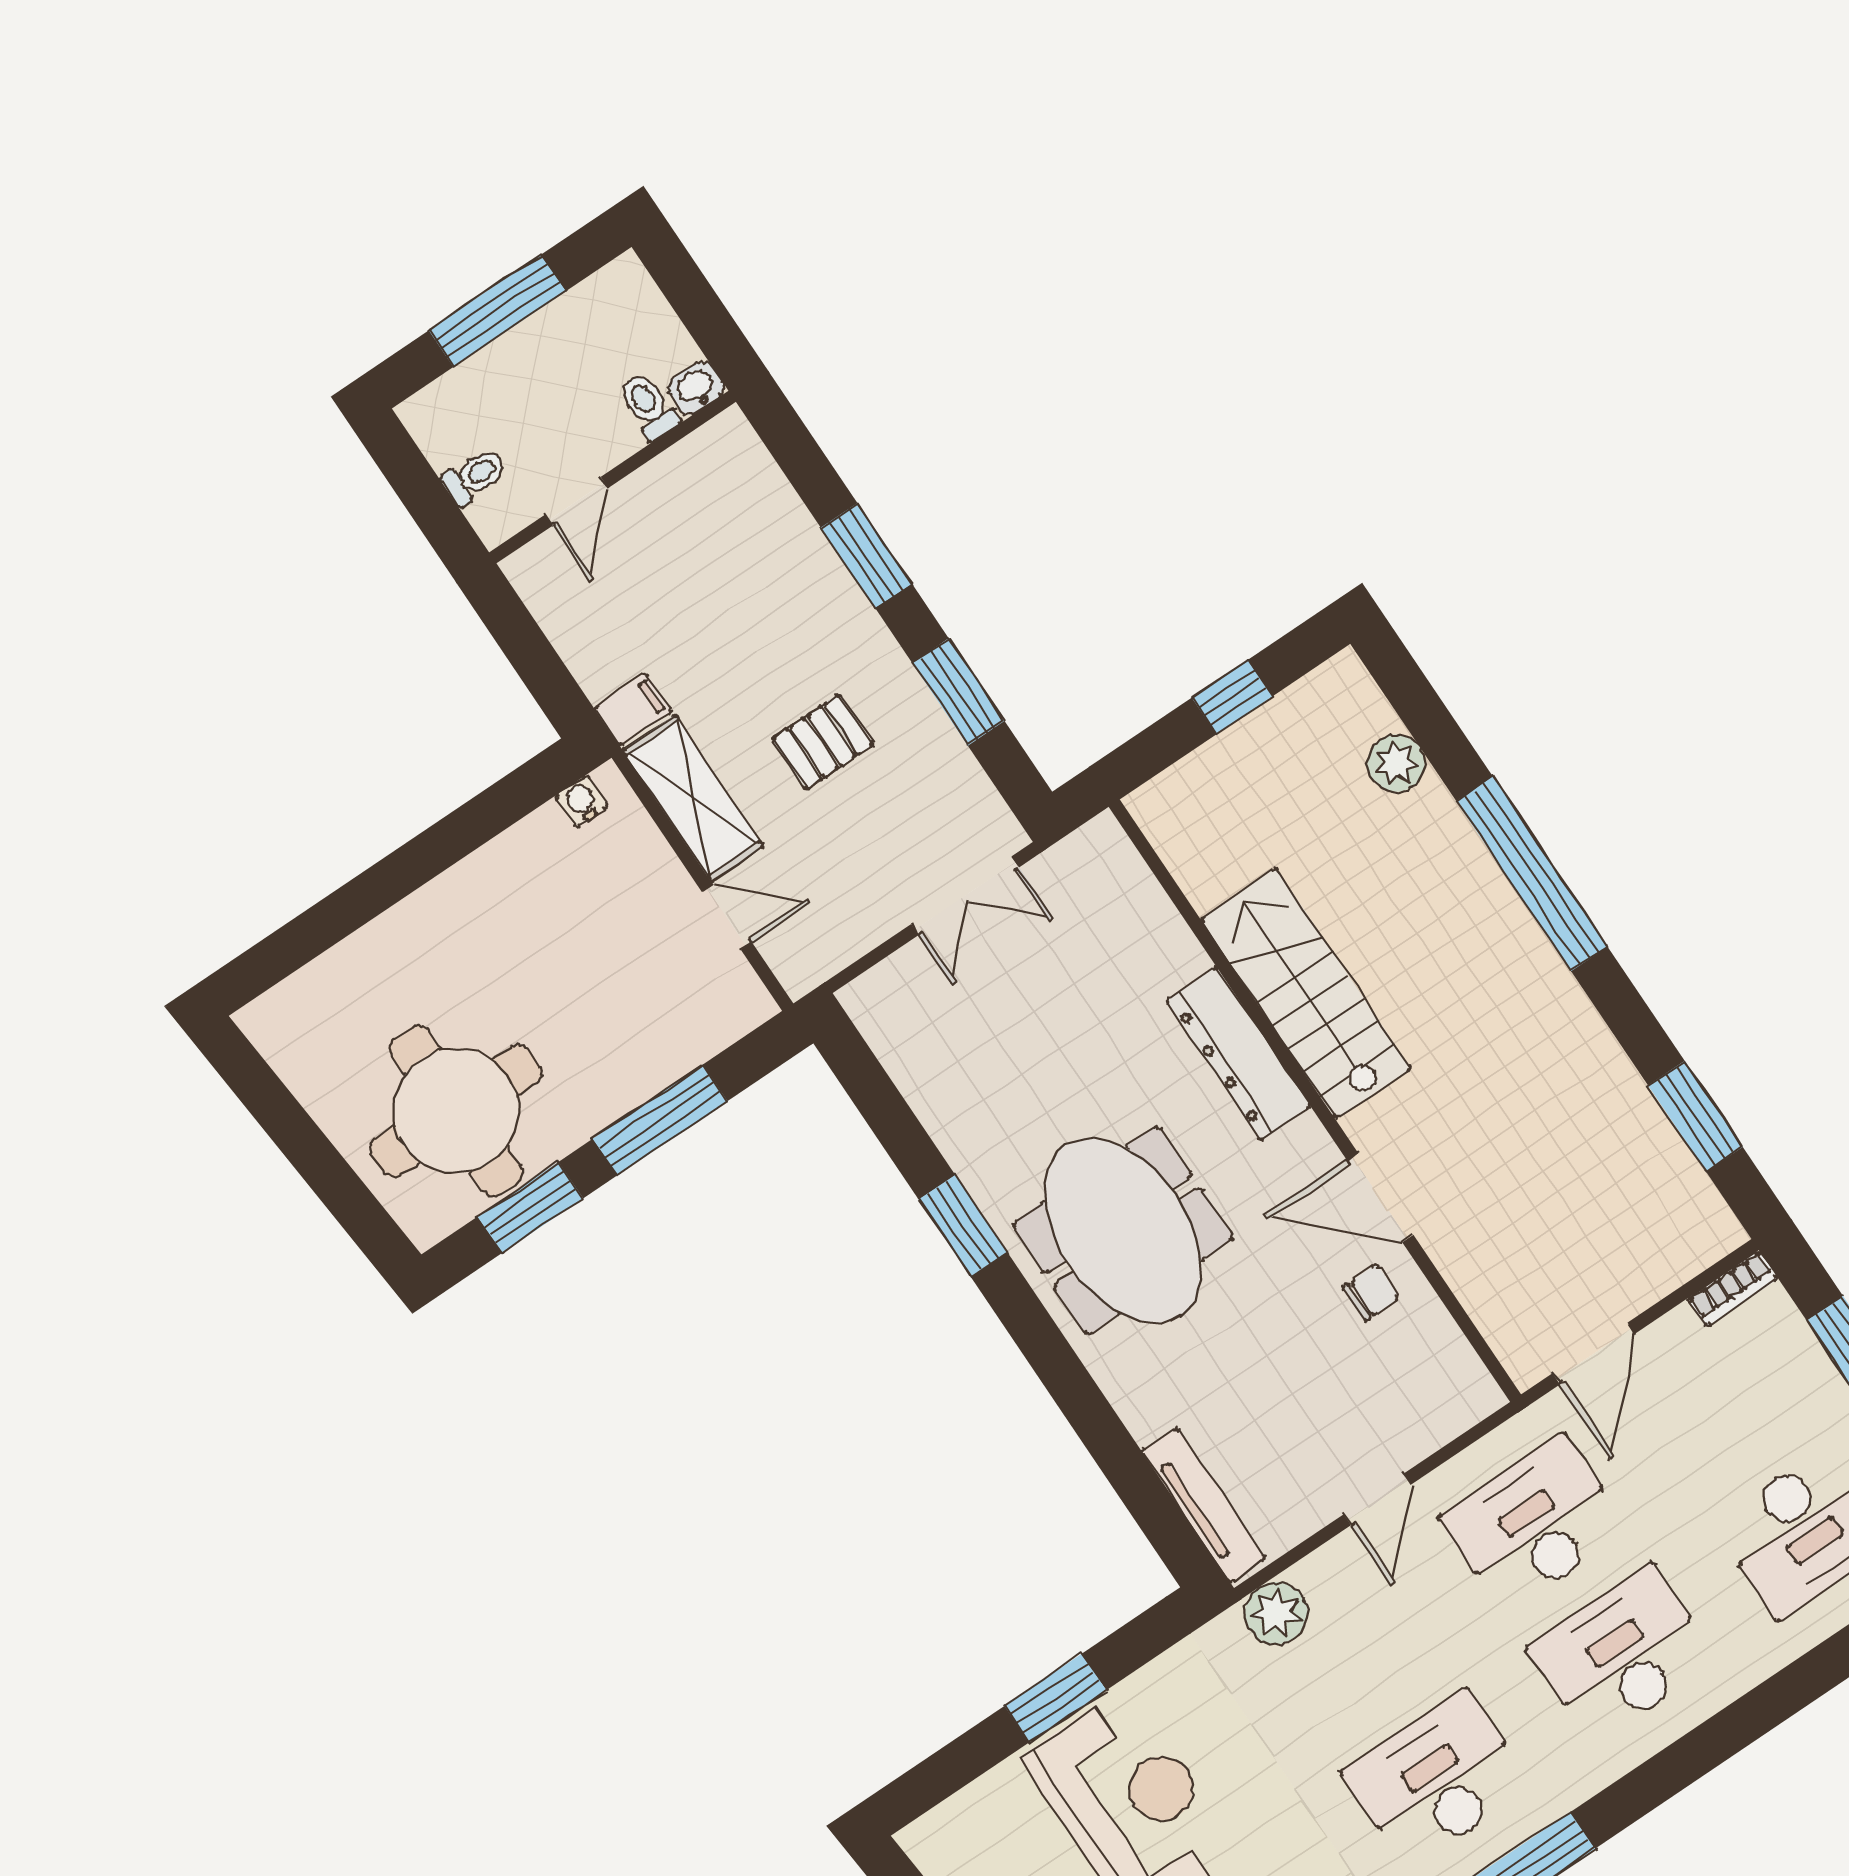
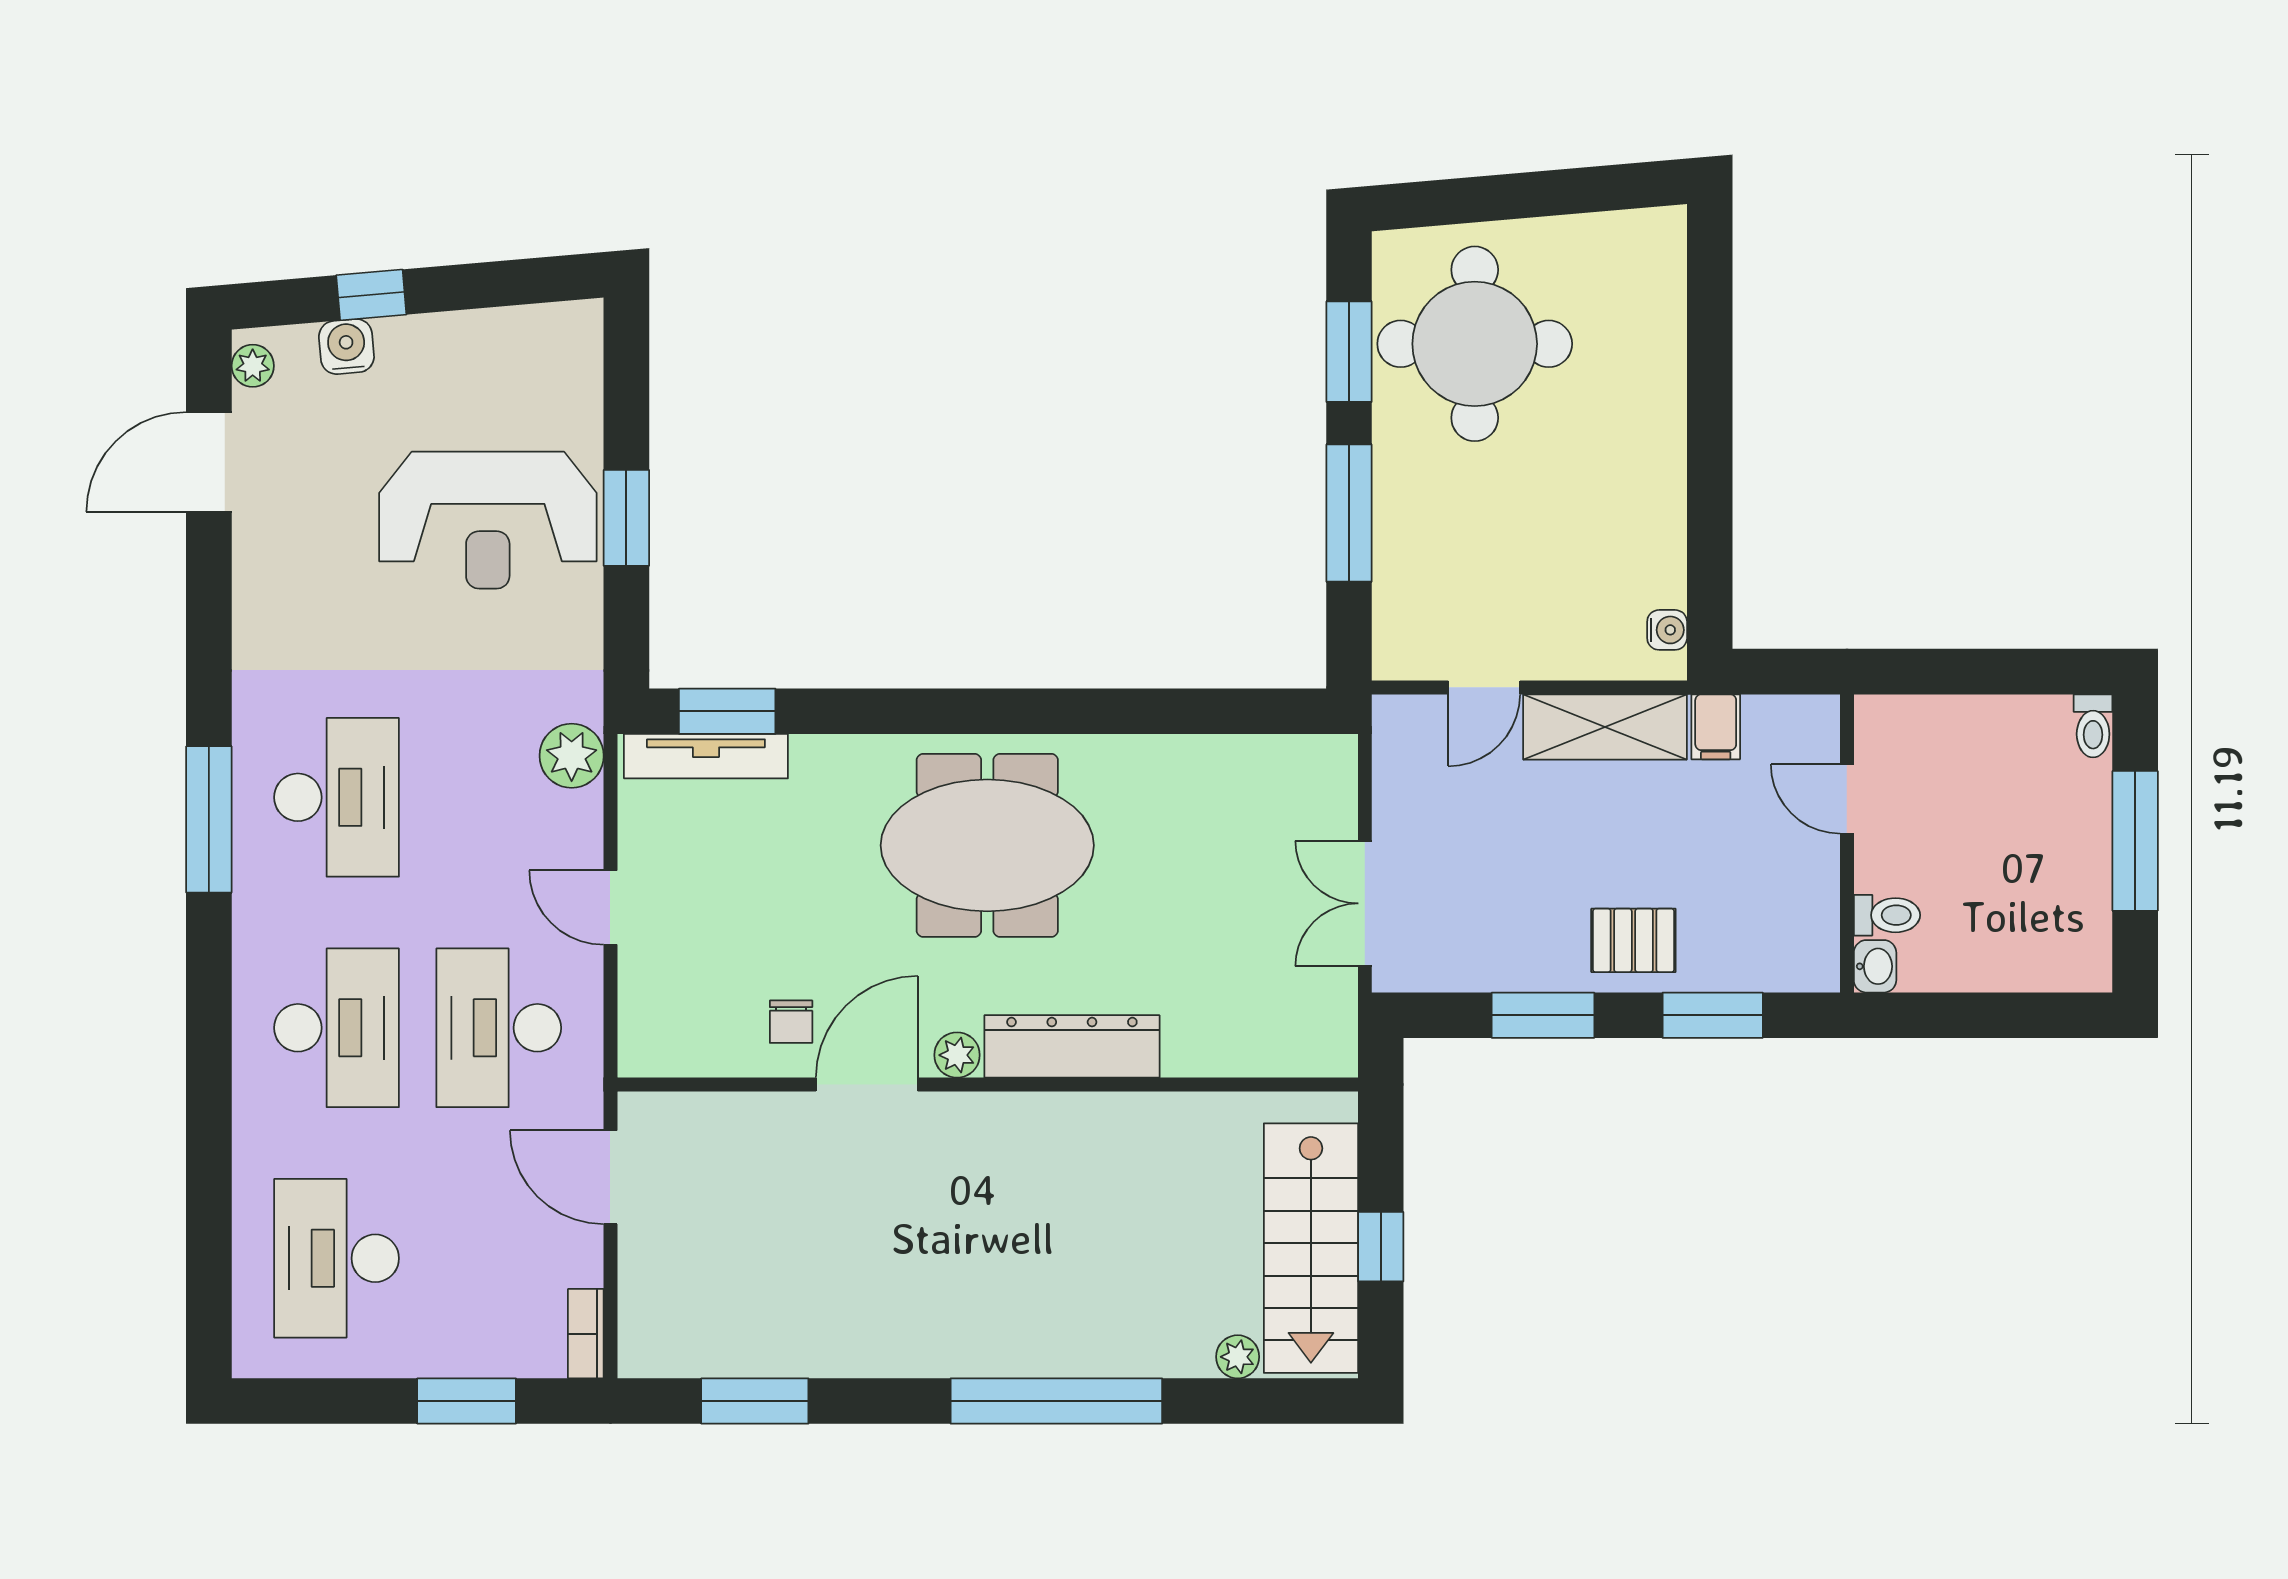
washbasin: (696, 388) -> (1875, 966), moved
toilet: (648, 406) -> (1887, 915), moved
toilet: (475, 476) -> (2093, 726), moved
wall: (613, 477) -> (1847, 843), moved
door: (577, 501) -> (1847, 799), moved
pallet: (823, 742) -> (1633, 940), moved, turned 90
plant: (1396, 763) -> (1238, 1357), width x0.73, depth x0.73
stairs: (1306, 994) -> (1311, 1248), moved, turned 90
plant: (1308, 1141) -> (957, 1055), added
window: (963, 1226) -> (727, 711), moved
desk: (1534, 1524) -> (499, 1028), turned 180

